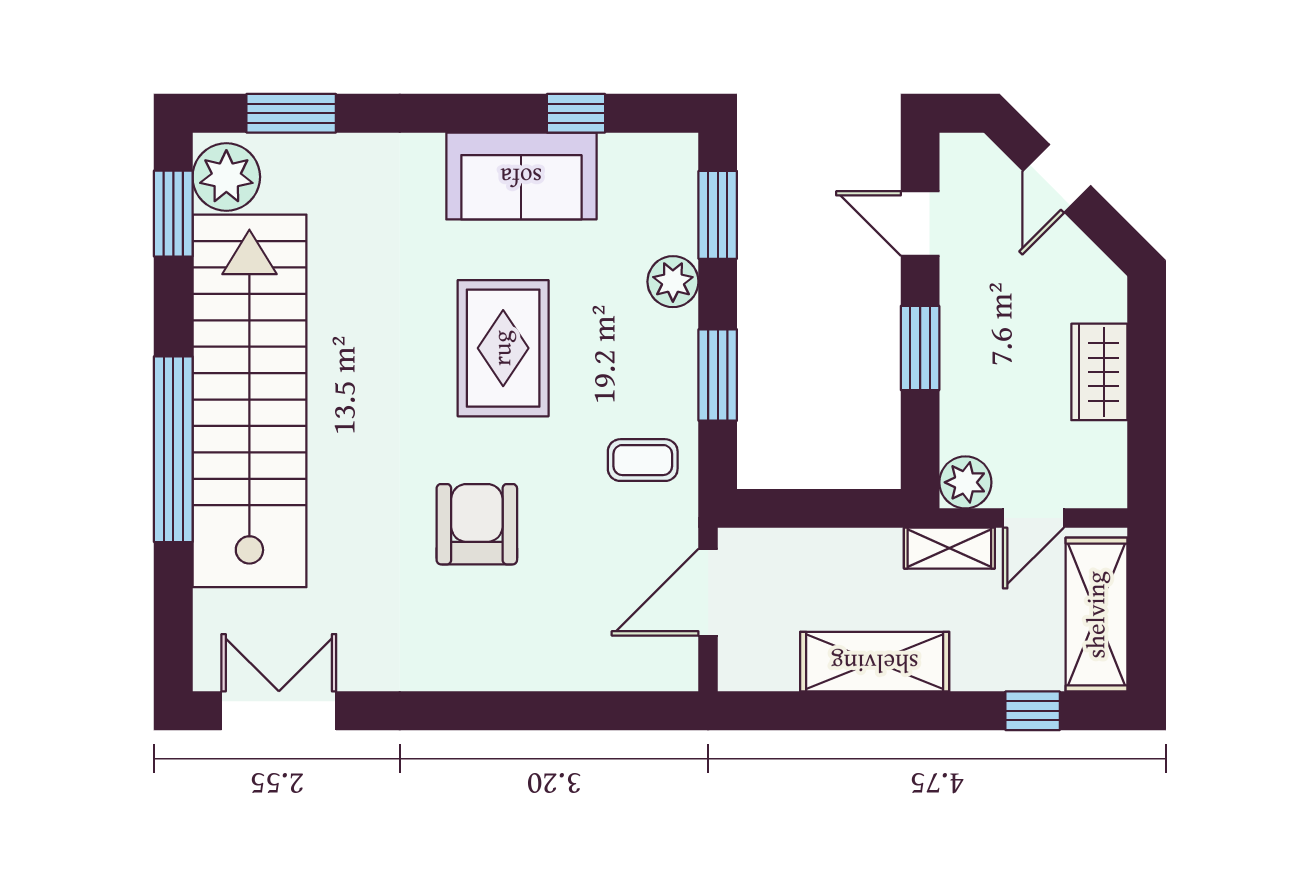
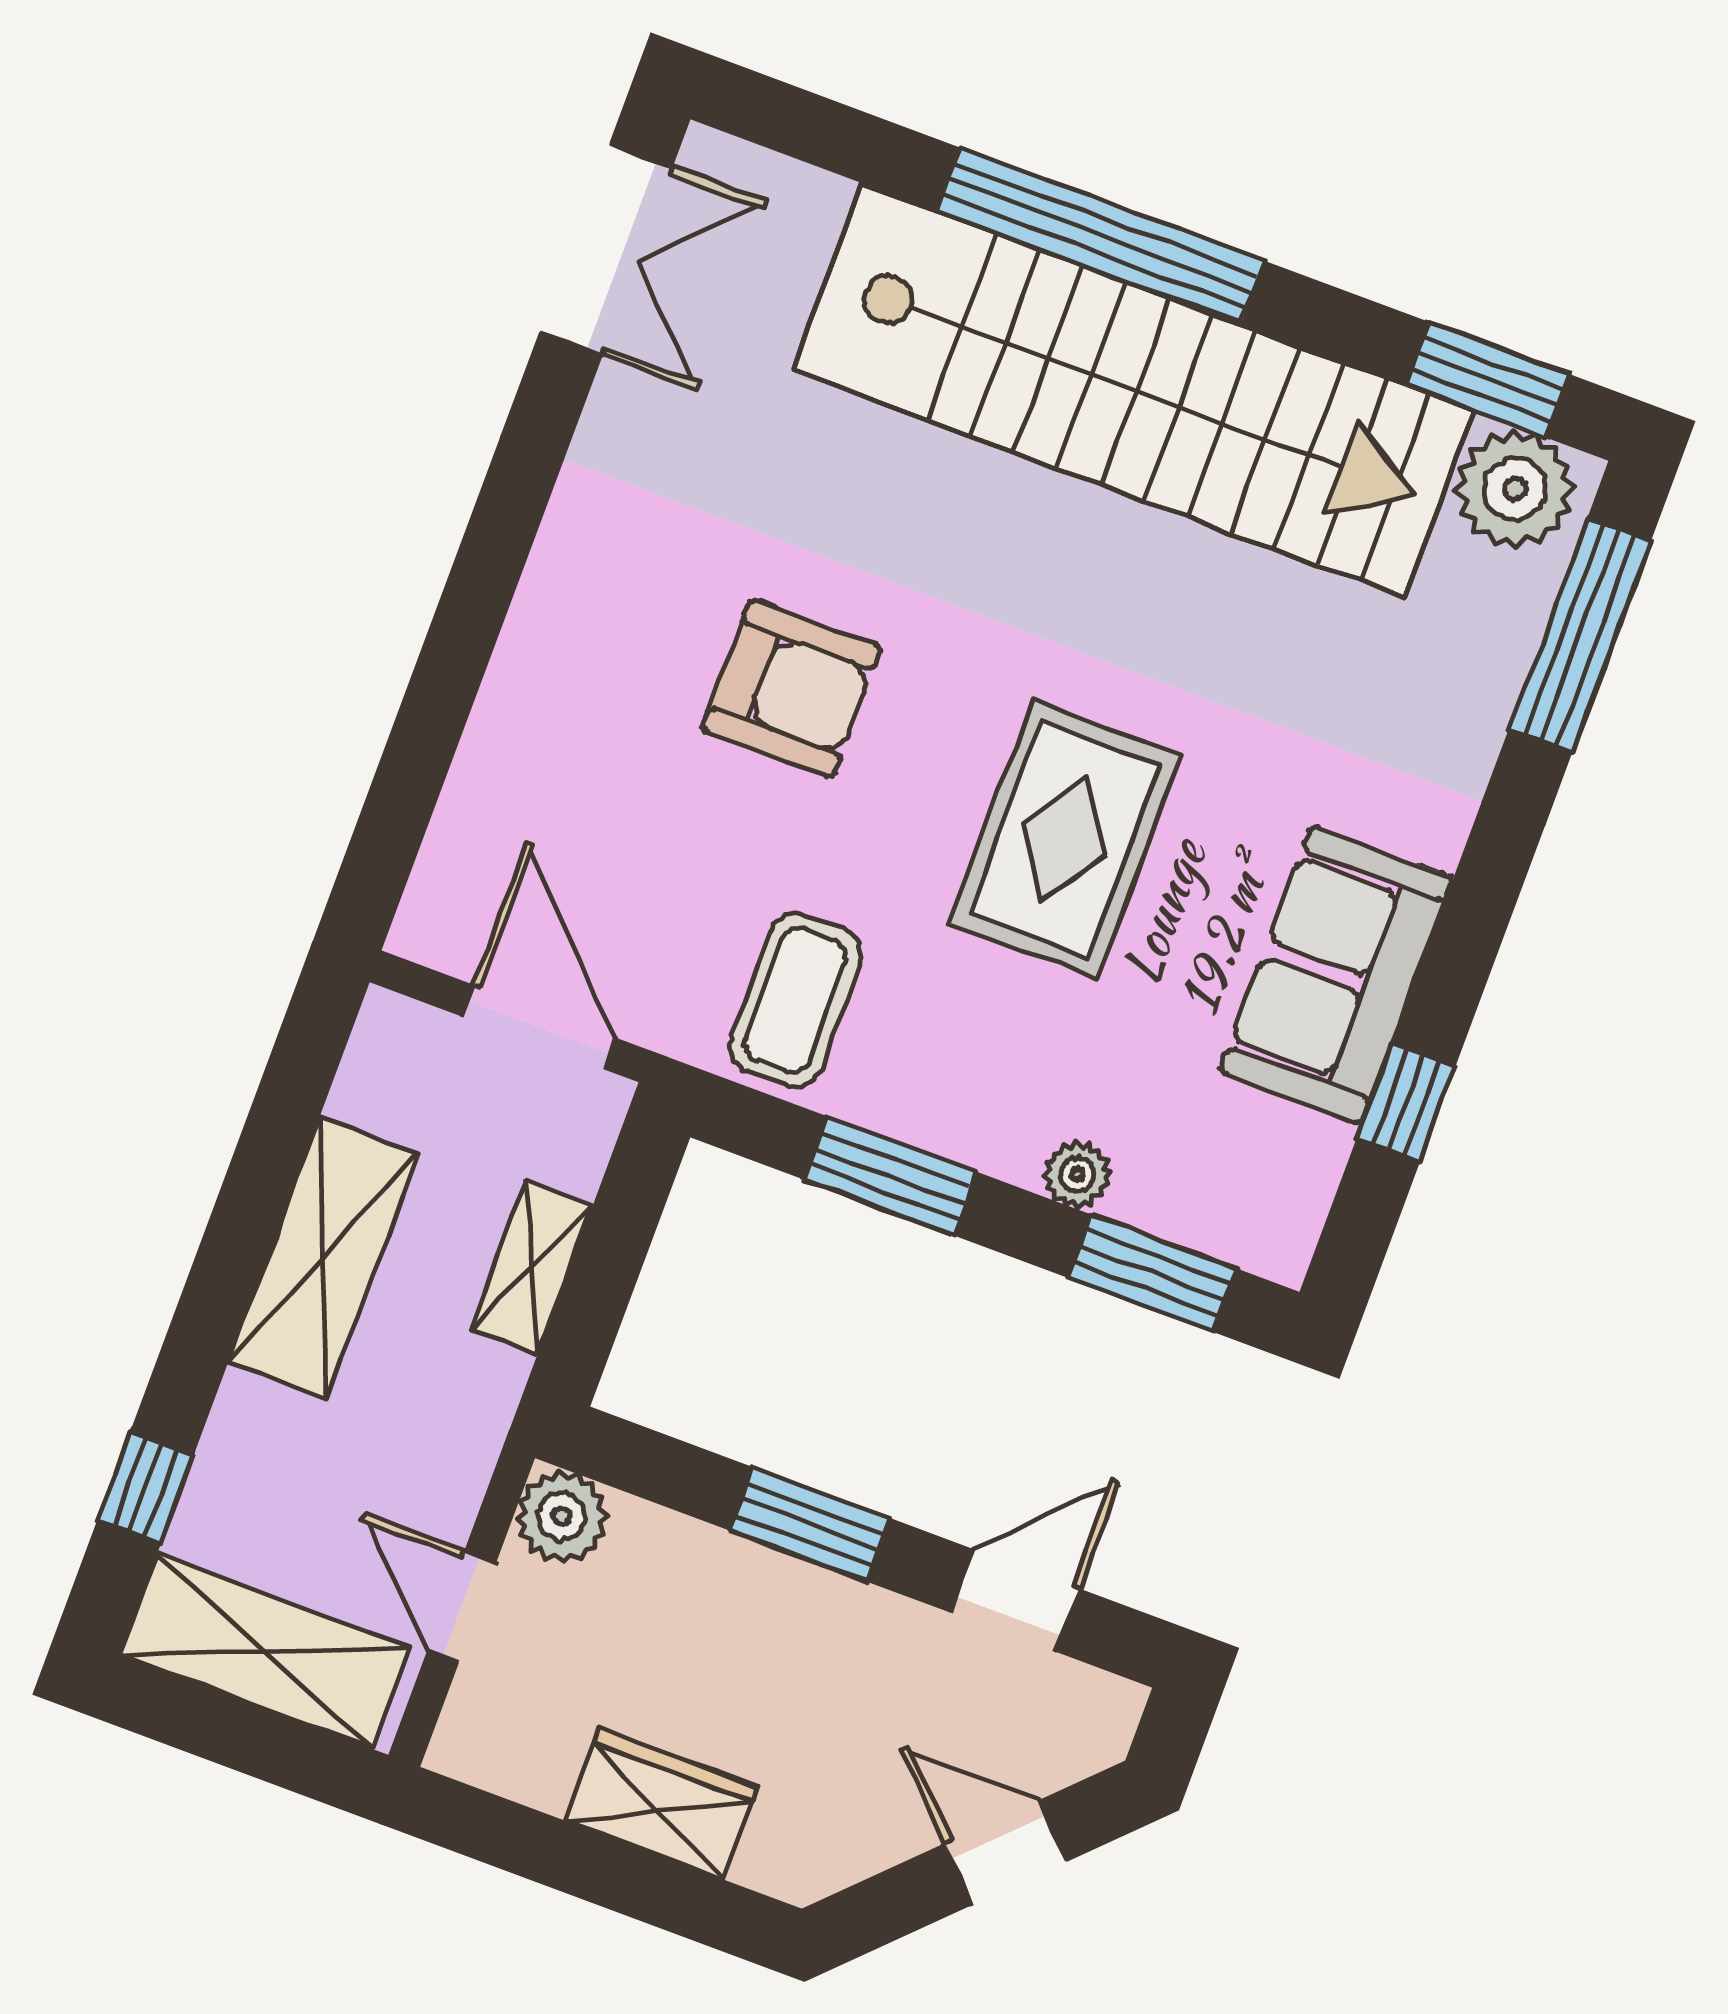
window: (291, 113) -> (1580, 635), width x1.44
plant: (673, 282) -> (1077, 1175), width x0.73, depth x0.73
rug: (503, 348) -> (1065, 839), turned 90
coffee table: (643, 460) -> (795, 1000), width x1.36, depth x1.30
shelving: (949, 548) -> (531, 1268), moved

